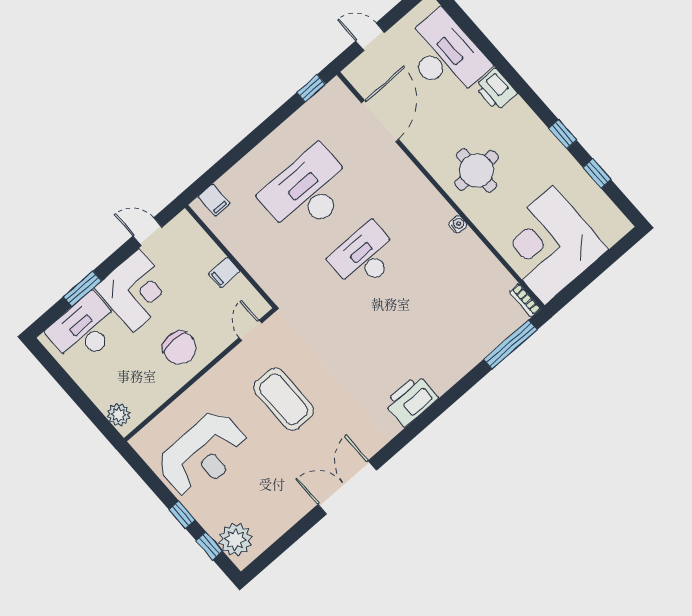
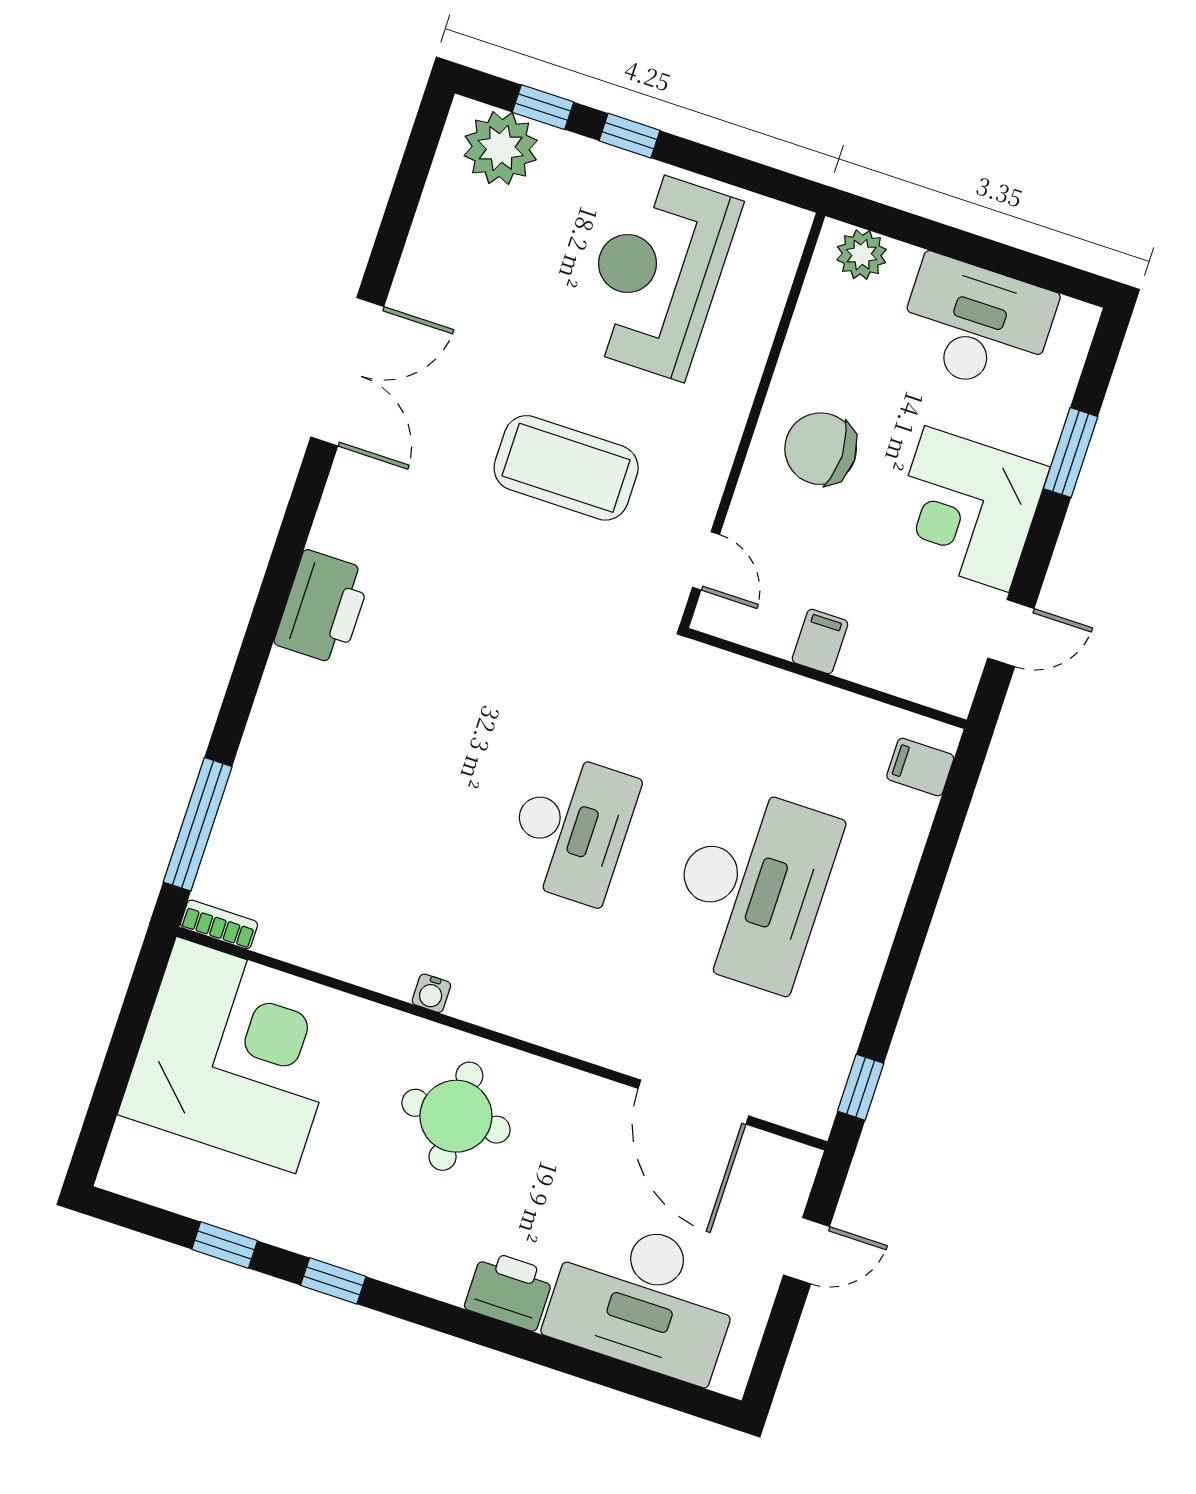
desk: (85, 329) -> (976, 325), moved, turned -90

